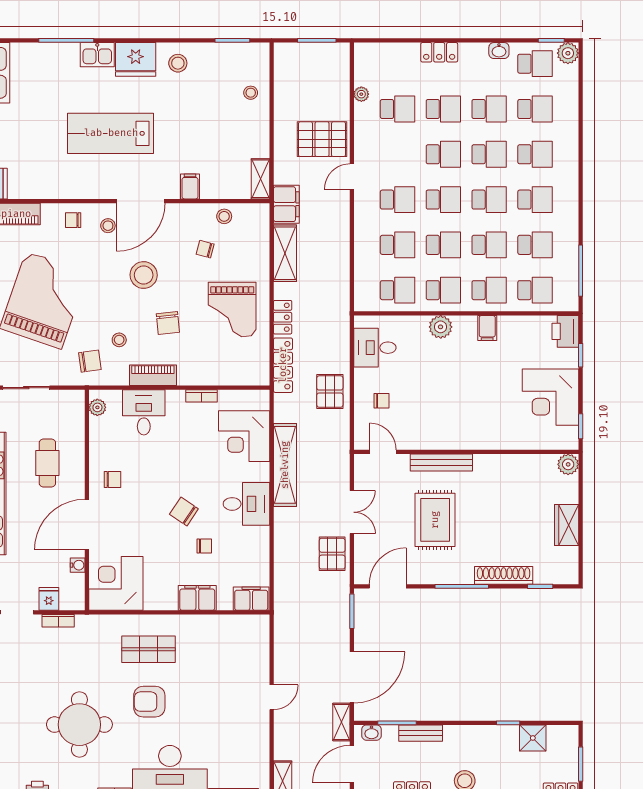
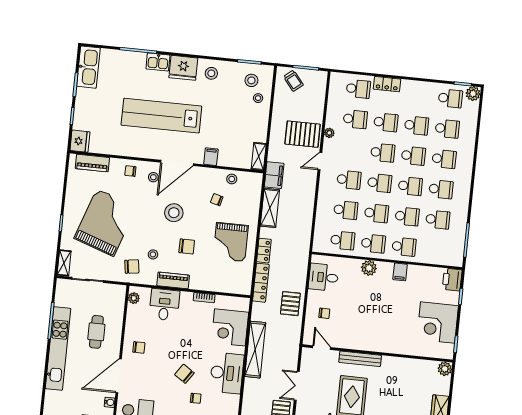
washbasin: (499, 51) -> (427, 87), removed
trolley: (300, 62) -> (293, 81), added
stool: (238, 68) -> (251, 80), added
plant: (361, 94) -> (329, 133), moved
lab bench: (111, 133) -> (161, 116), width x1.36
school desk: (535, 290) -> (358, 89), moved
chair: (168, 323) -> (187, 246), turned -84
desk: (246, 504) -> (227, 373), width x1.37
double door: (352, 512) -> (297, 386), swing flipped

